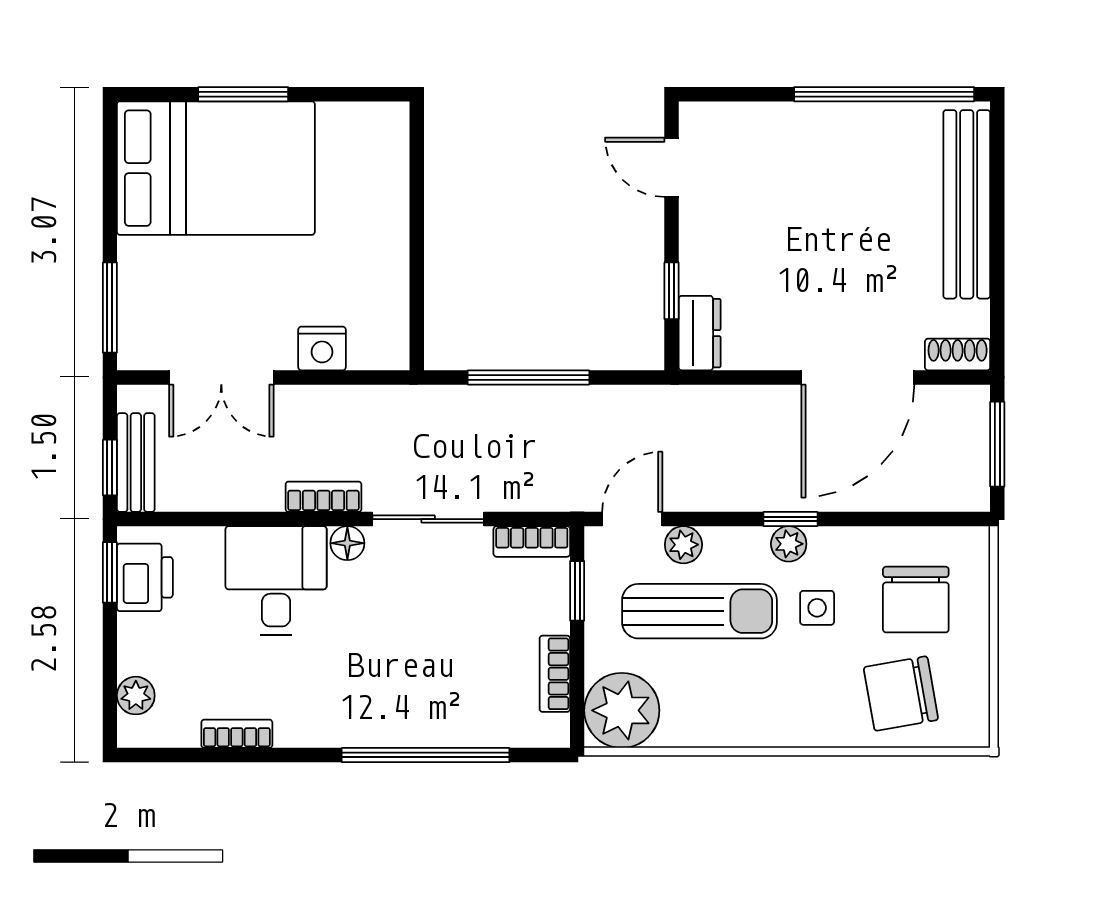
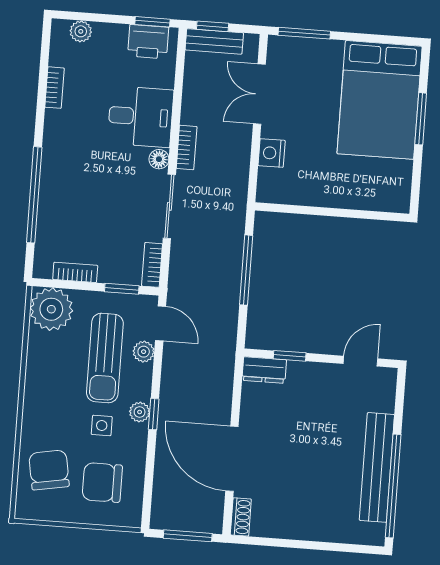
bench: (967, 204) -> (377, 467), moved, turned 90

